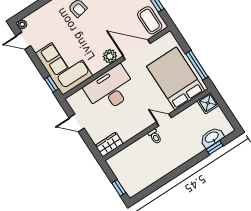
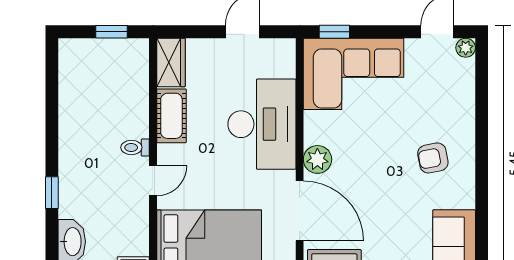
door: (137, 50) -> (300, 211), hinge flipped
cot: (132, 130) -> (171, 116), added
window: (215, 148) -> (52, 193), moved
window: (119, 188) -> (111, 32), moved

